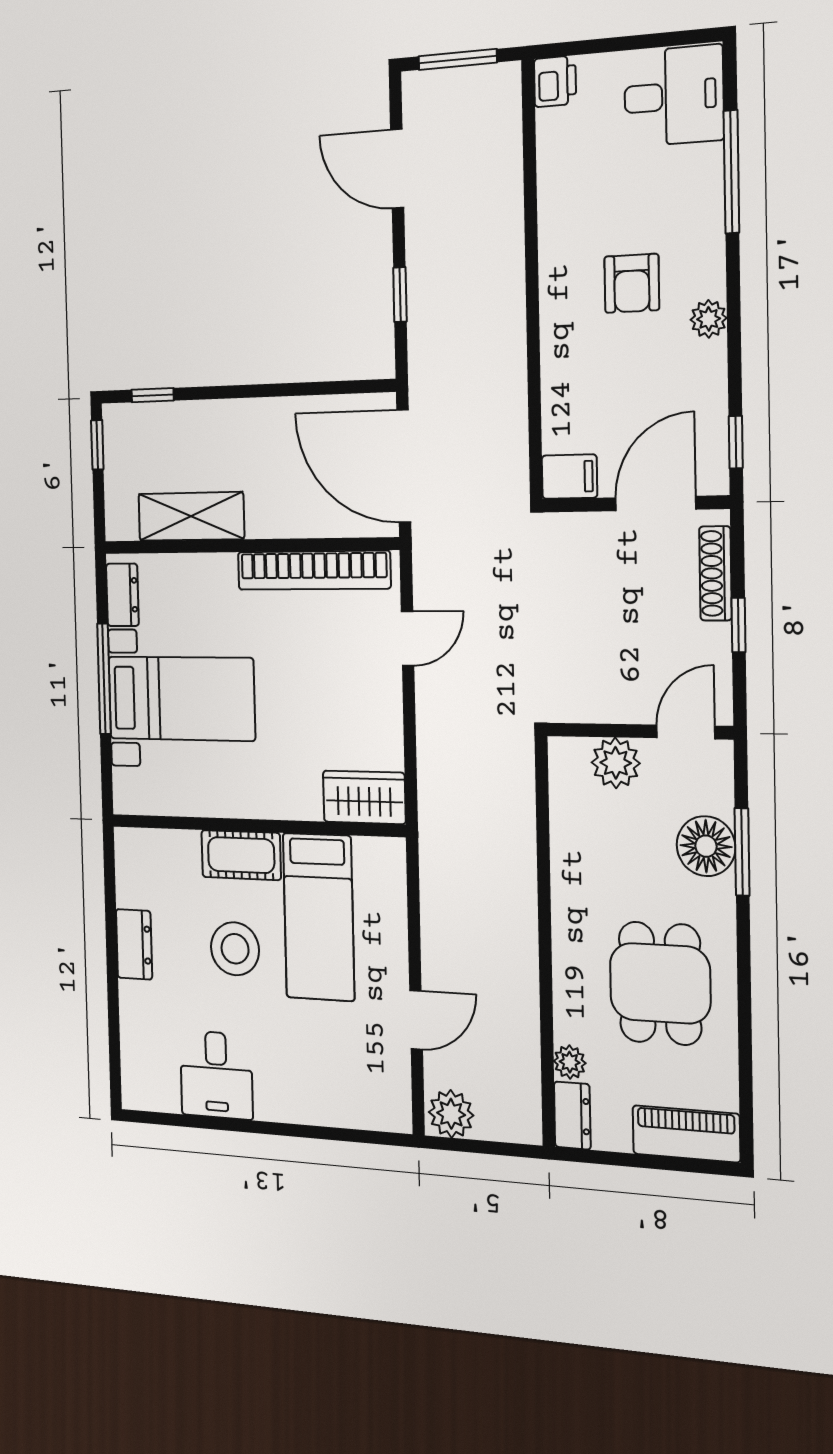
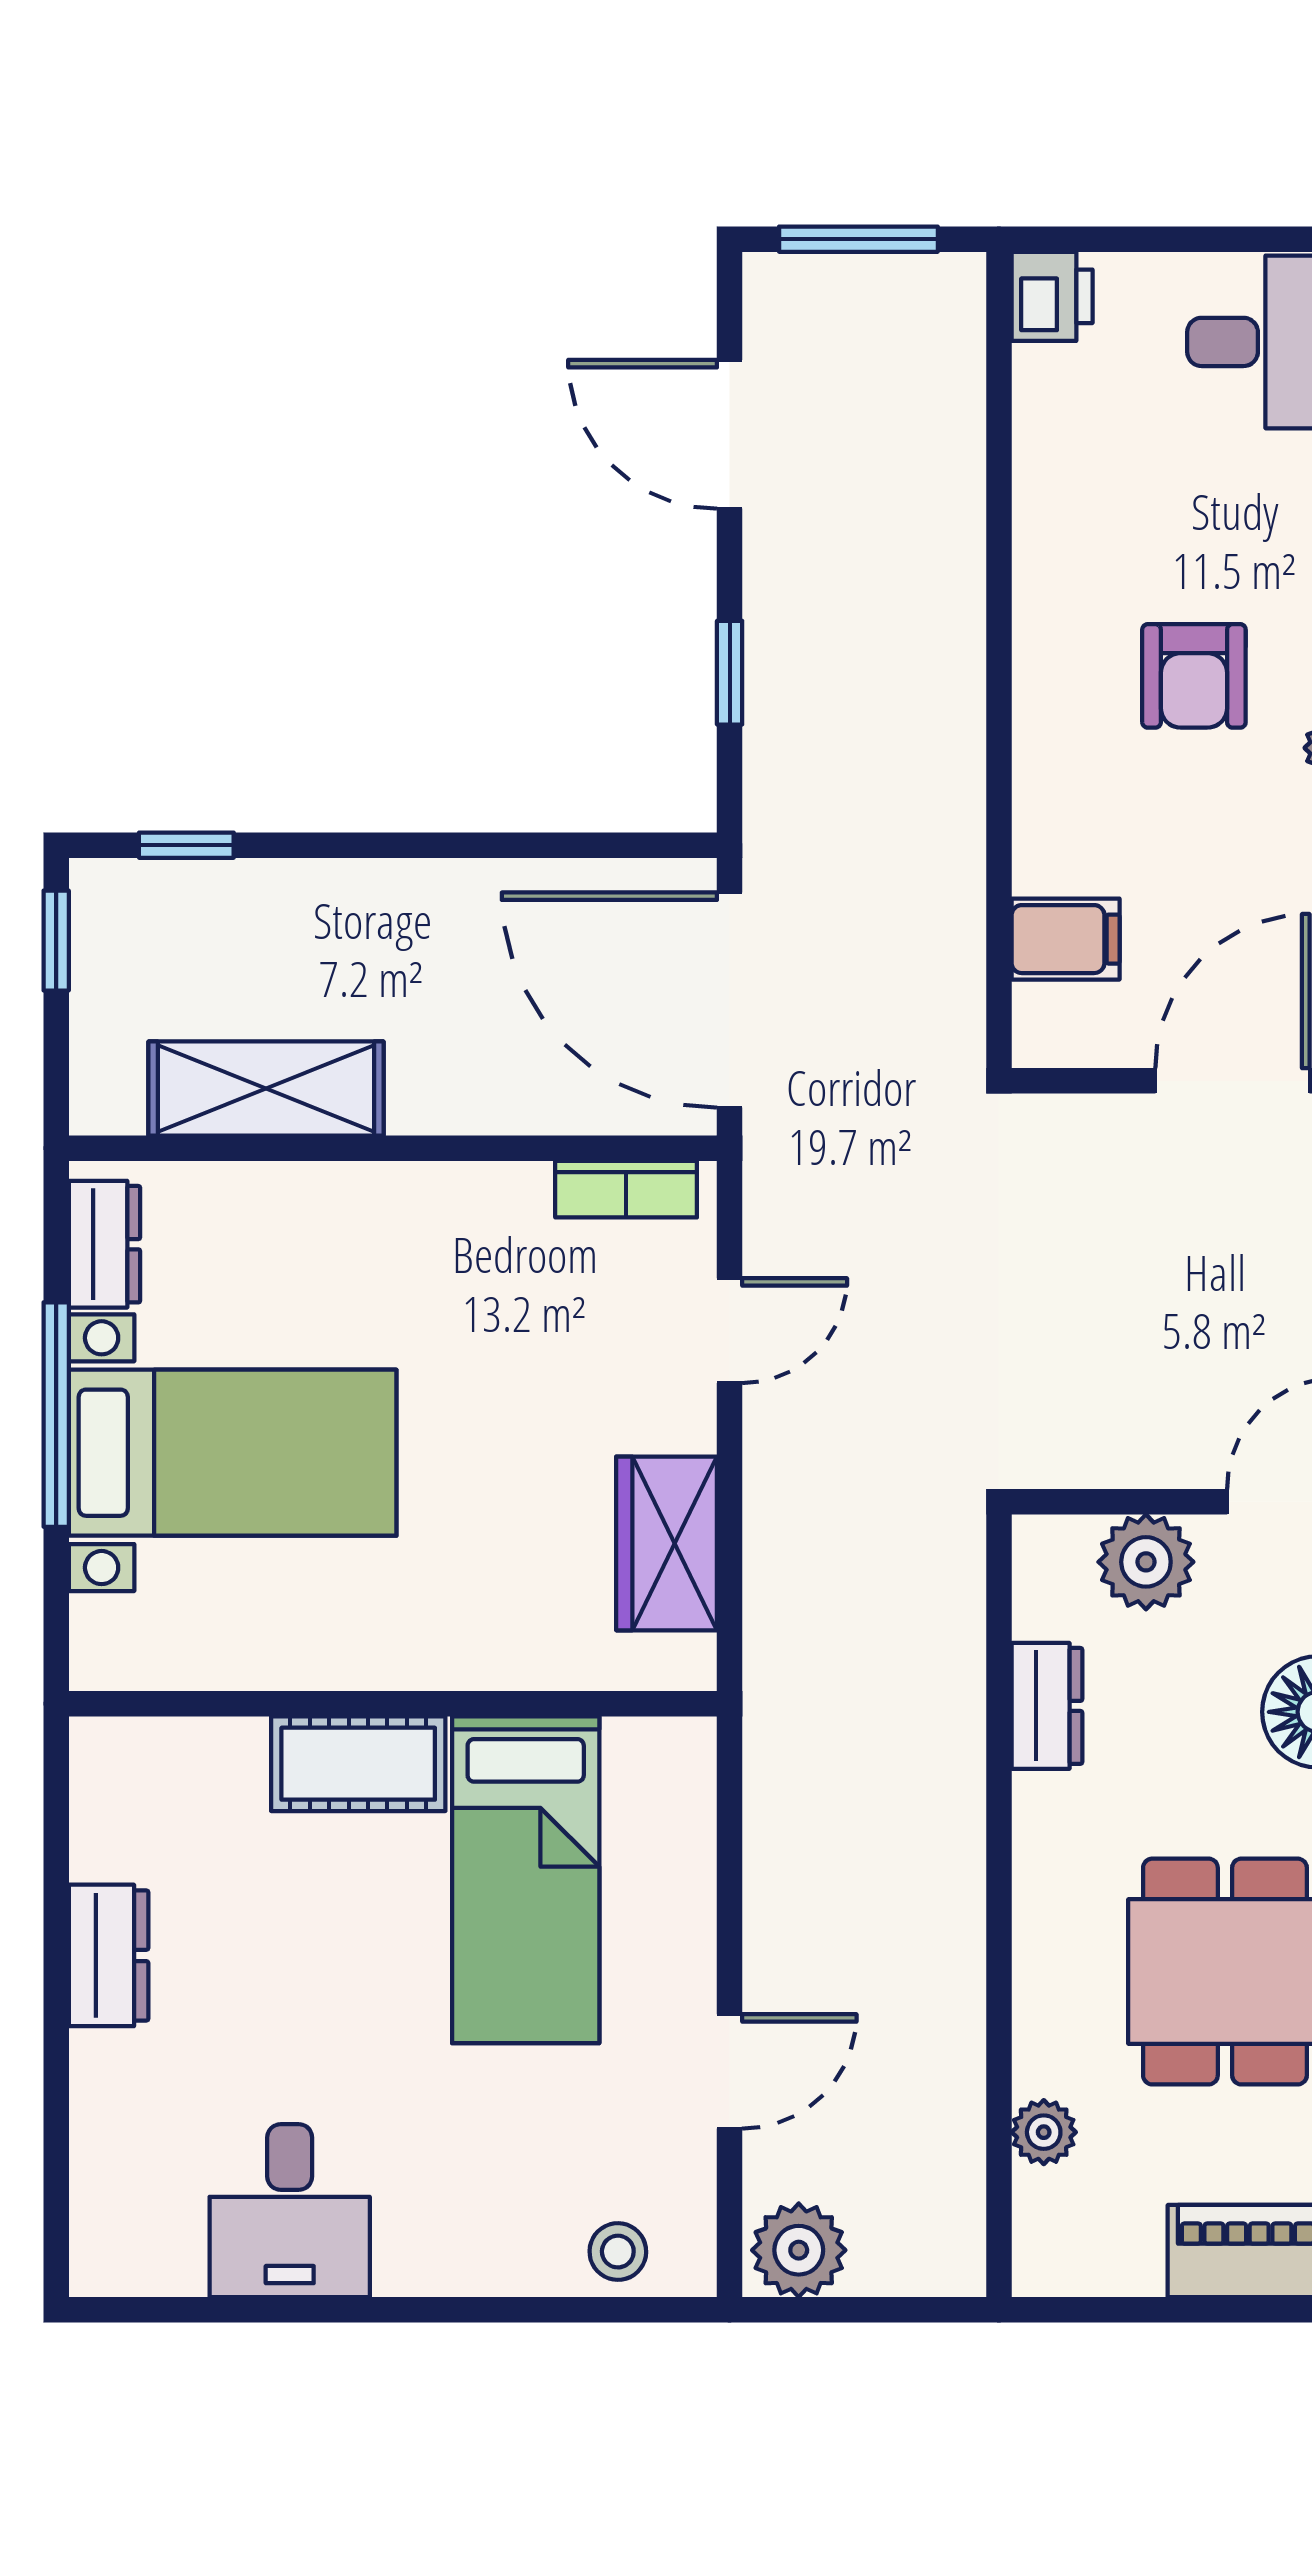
filing cabinet: (569, 477) -> (1066, 939), moved
bookcase: (314, 570) -> (626, 1189), width x0.43, depth x0.76
wardrobe: (364, 797) -> (667, 1543), moved, turned -90
stool: (235, 949) -> (618, 2252), moved, width x0.53, depth x0.53
dresser: (572, 1116) -> (1047, 1706), moved

